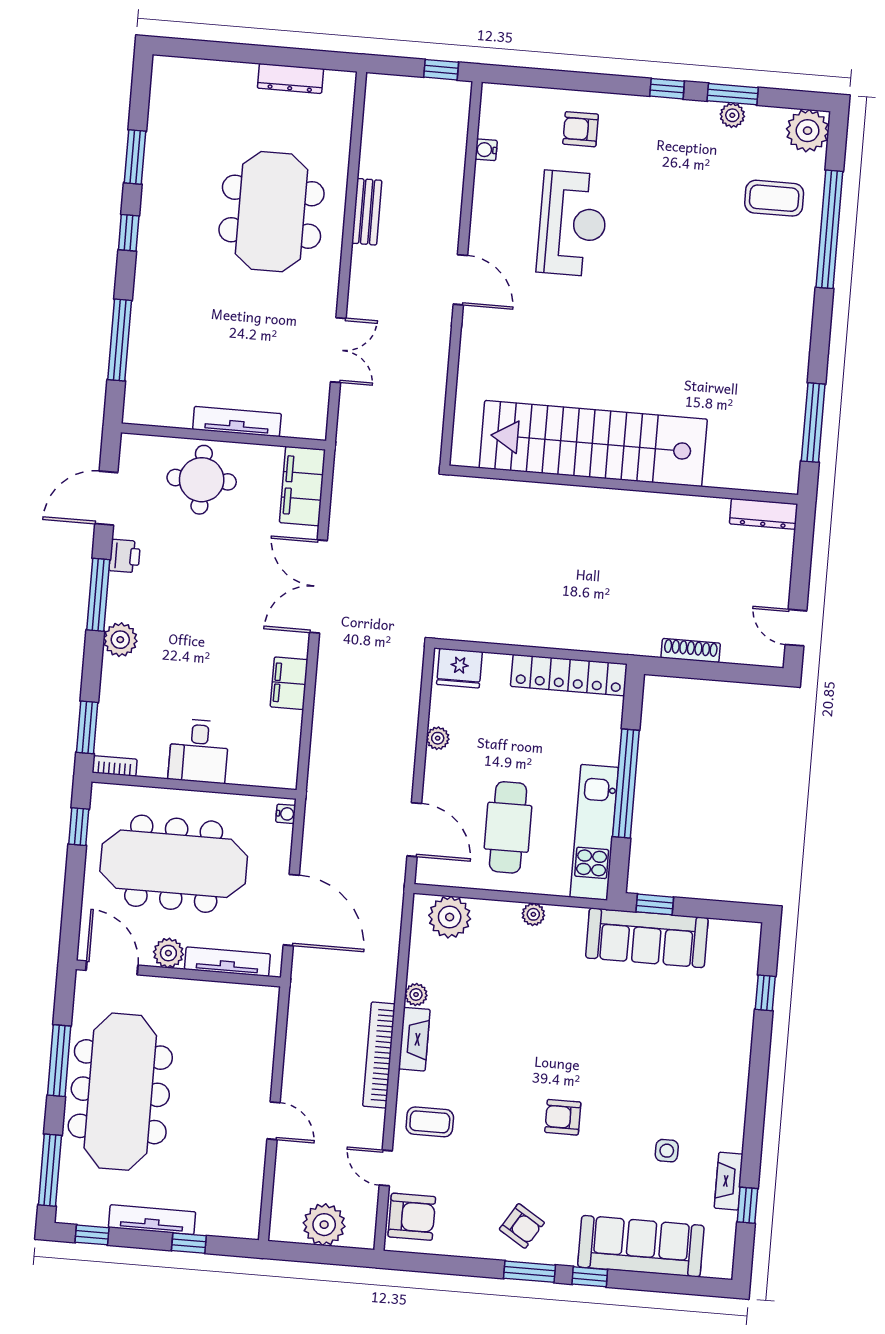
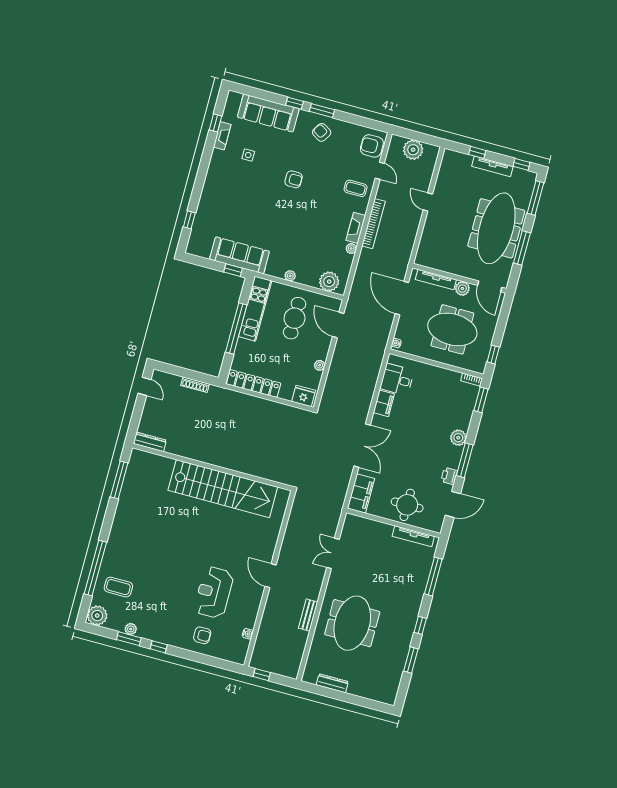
tv unit: (237, 422) -> (413, 536), moved
desk: (199, 751) -> (397, 380), moved, turned -90
meeting table: (174, 864) -> (452, 329), width x0.73

